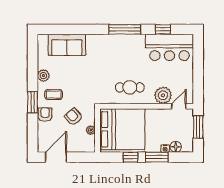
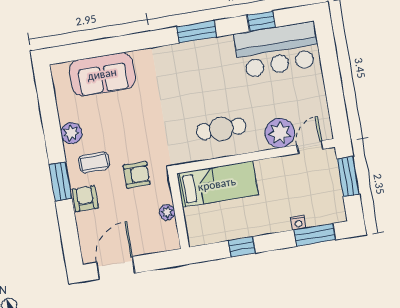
window: (125, 29) -> (196, 32), width x0.69
armchair: (73, 117) -> (137, 175), moved, turned 132
bed: (122, 129) -> (217, 184), width x0.49
floor lamp: (176, 147) -> (316, 217), removed
window: (157, 157) -> (315, 235), moved

